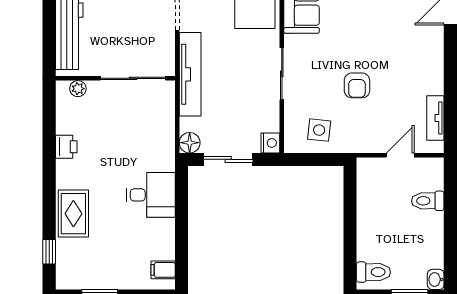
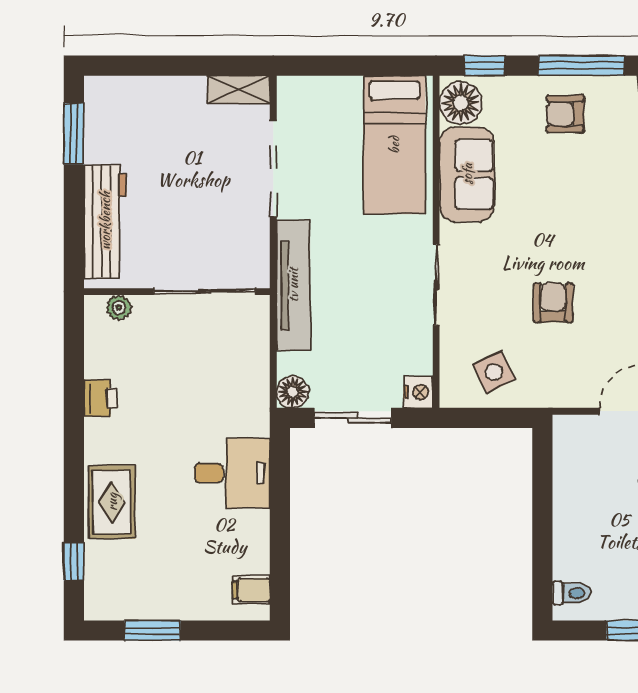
armchair: (357, 85) -> (553, 303), turned 180
side table: (319, 130) -> (494, 372), turned -32
toilet: (373, 272) -> (571, 593), width x0.73, depth x0.72

